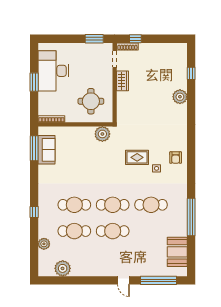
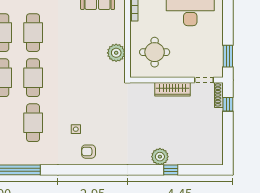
window: (191, 73) -> (171, 170), moved
wardrobe: (123, 81) -> (173, 89), width x1.50
plant: (102, 134) -> (116, 53), moved
rug: (137, 157) -> (89, 106), removed

